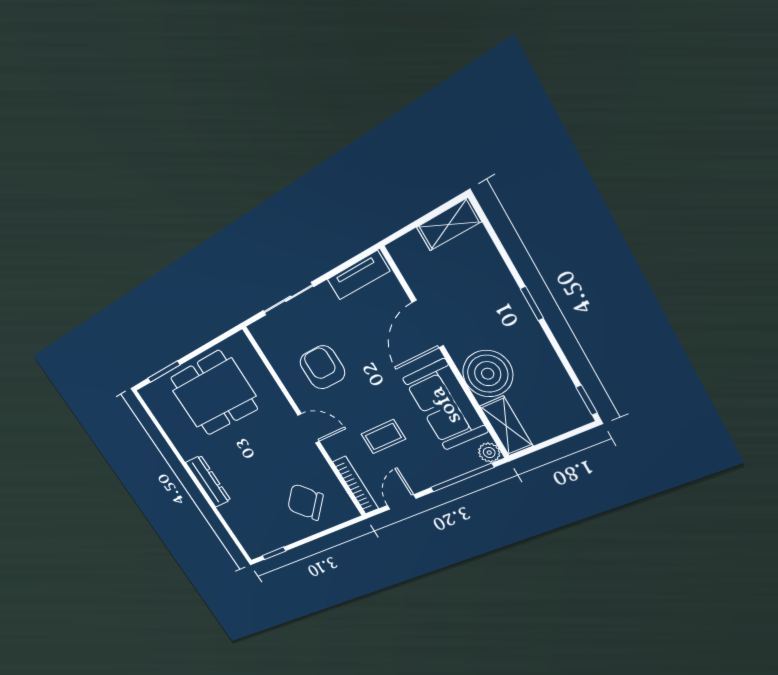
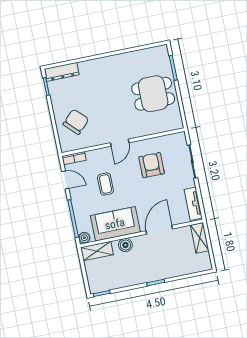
shelving: (449, 224) -> (200, 238), moved
door: (428, 324) -> (159, 230), hinge flipped
armchair: (322, 367) -> (152, 165), turned -90
boiler: (488, 374) -> (125, 245), width x0.54, depth x0.54
dining table: (214, 393) -> (153, 94), width x0.73
dresser: (208, 481) -> (62, 72), moved
bookcase: (356, 485) -> (74, 158), width x0.64

